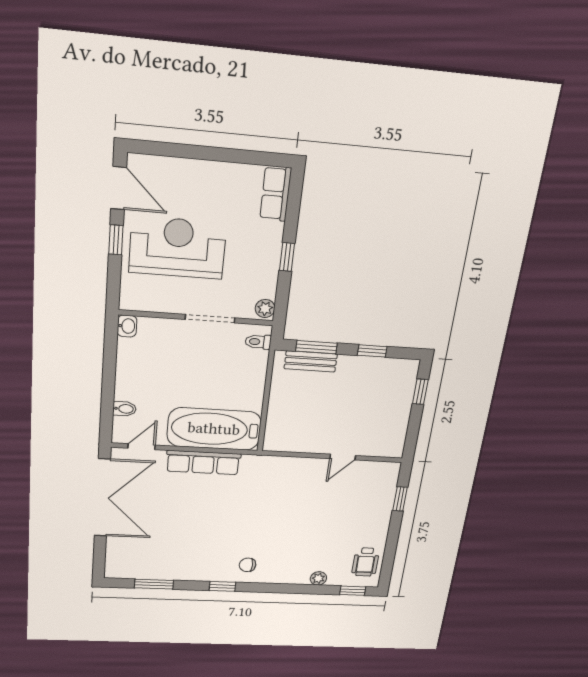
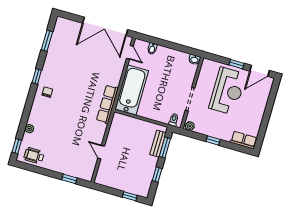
row of seats: (203, 462) -> (107, 104), moved

